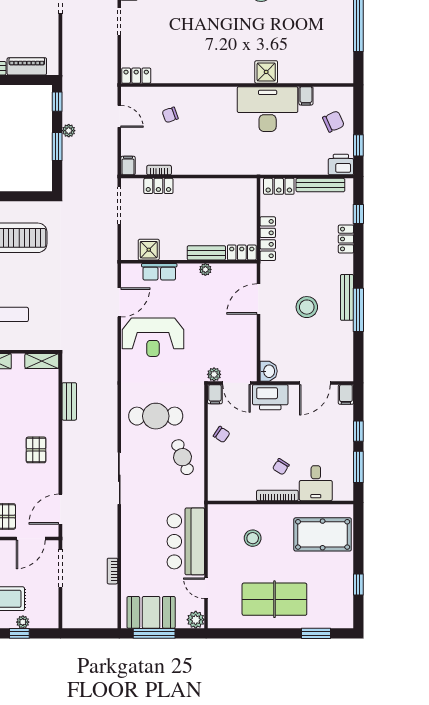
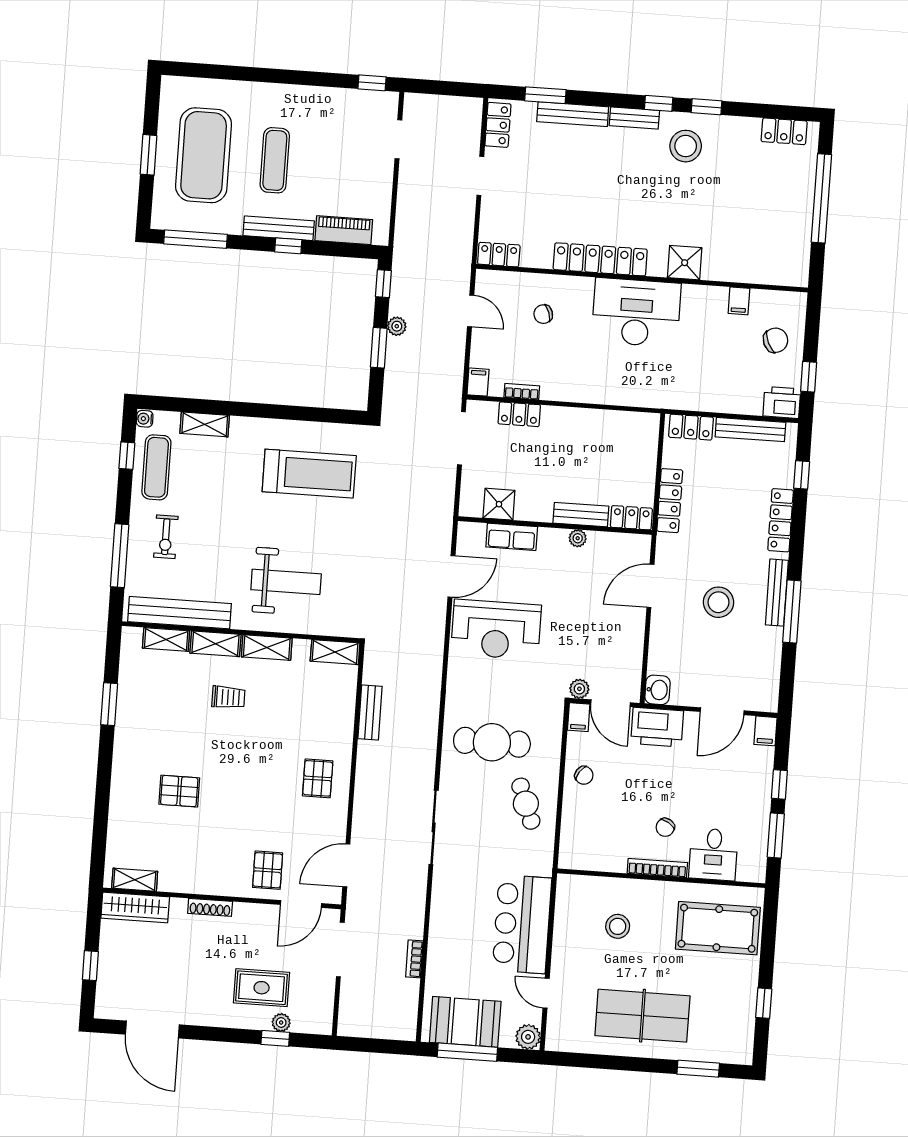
locker: (207, 74) -> (600, 259), added
desk: (268, 109) -> (636, 312), moved
locker: (346, 239) -> (781, 520), width x1.53

